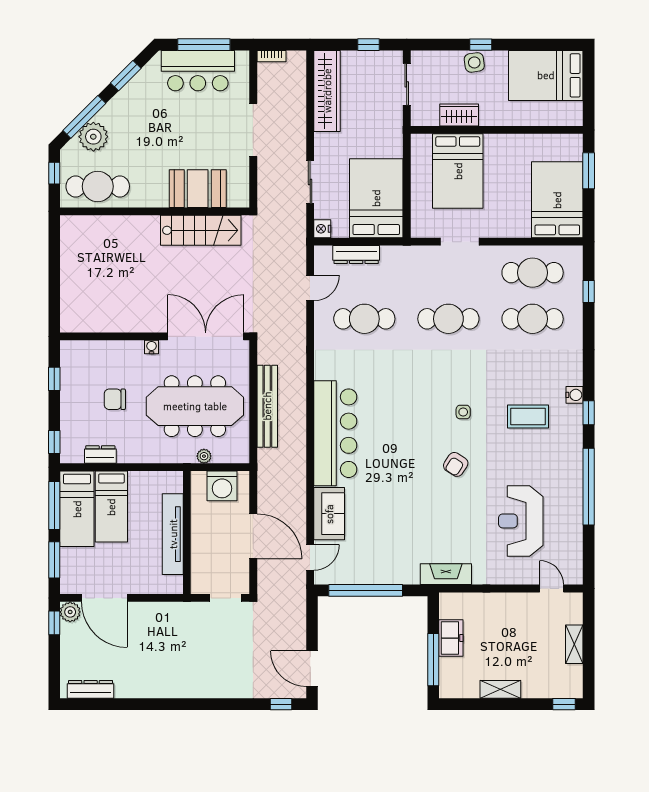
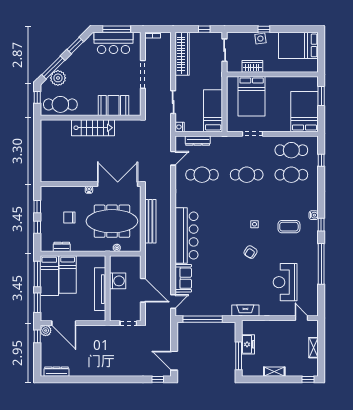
bed: (376, 198) -> (213, 111), width x0.67
stairs: (201, 230) -> (93, 128), moved
window: (54, 442) -> (37, 227), moved
washing machine: (222, 486) -> (118, 281), moved, turned -90

